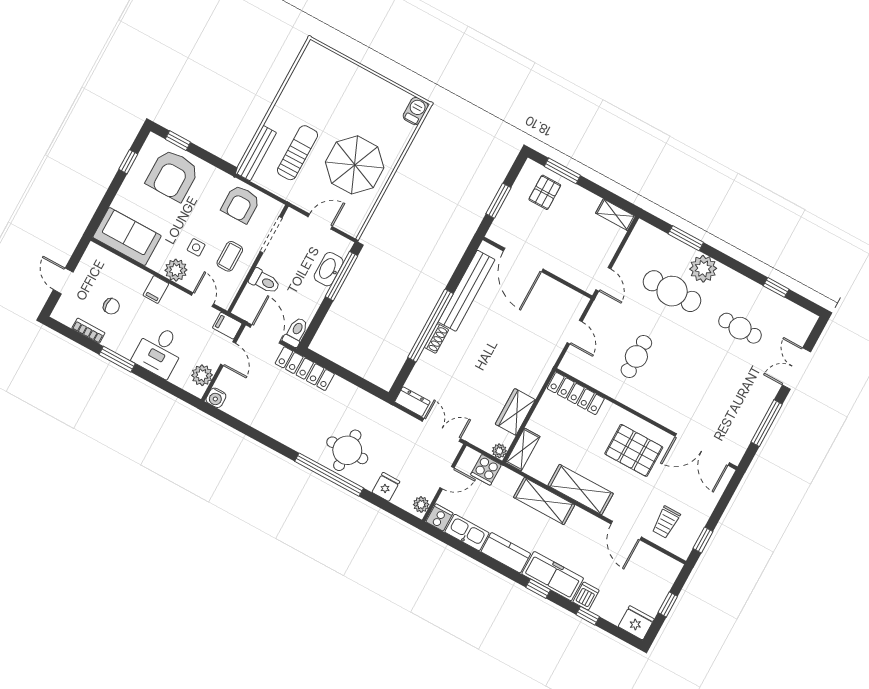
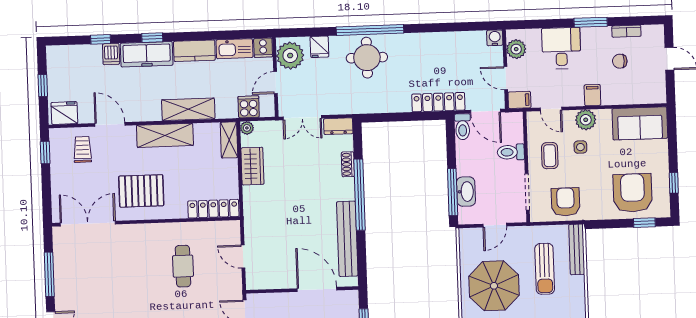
shoe rack: (436, 338) -> (348, 164), moved
plant: (421, 504) -> (290, 56), width x1.88, depth x1.88
fridge: (636, 623) -> (64, 113), moved, turned 180

